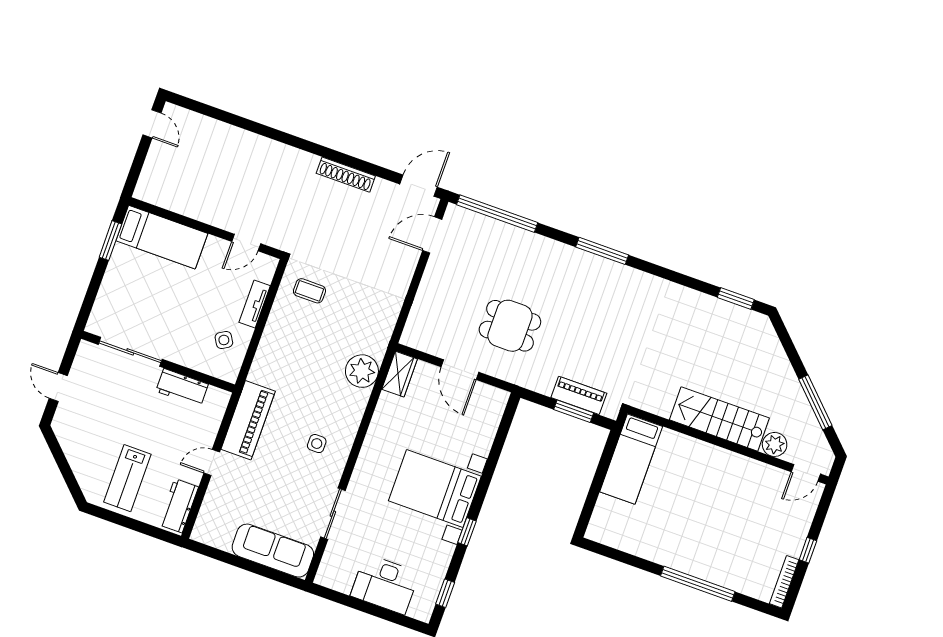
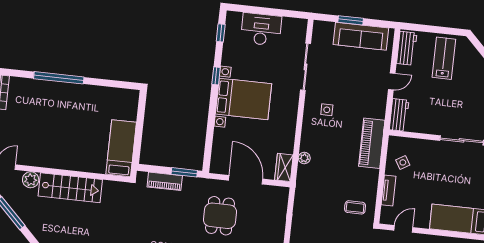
dining table: (510, 326) -> (220, 216), turned 90
door: (460, 370) -> (246, 180), width x1.36
plant: (362, 371) -> (304, 158), width x0.53, depth x0.53
workbench: (182, 388) -> (399, 115), moved, turned 90
window: (574, 411) -> (184, 172), moved
piano: (248, 420) -> (372, 143), moved
sliding door: (333, 514) -> (306, 67), width x1.37
sofa: (273, 551) -> (361, 36), moved
window: (251, 566) -> (351, 20), added

